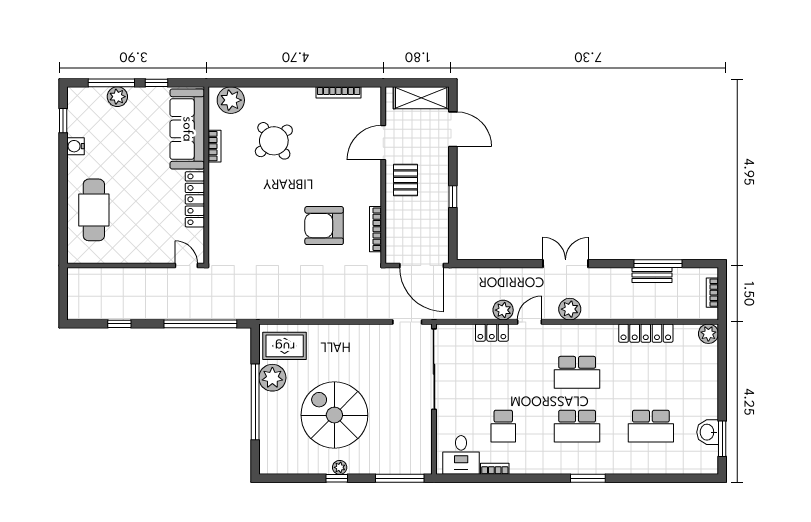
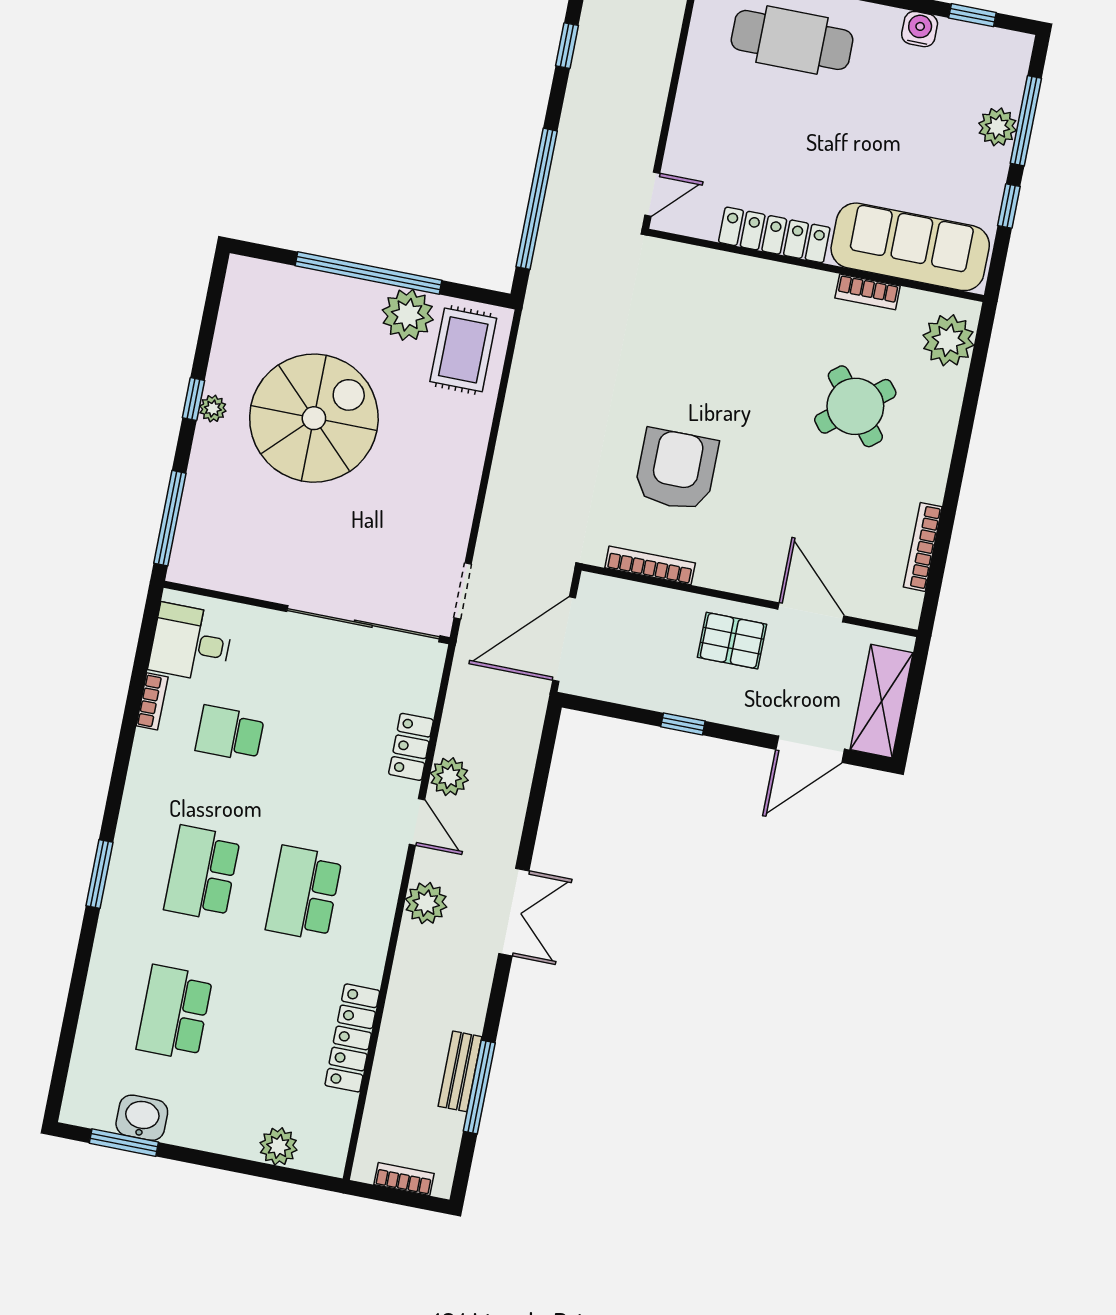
plant: (708, 334) -> (278, 1146), moved

